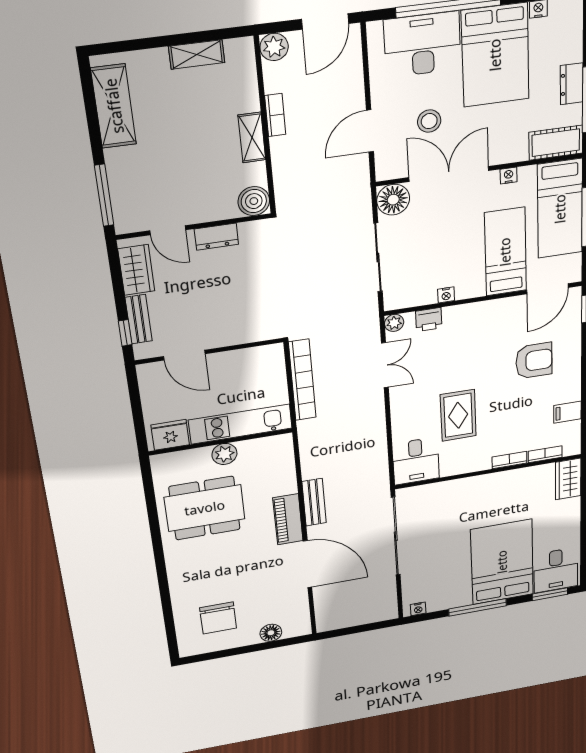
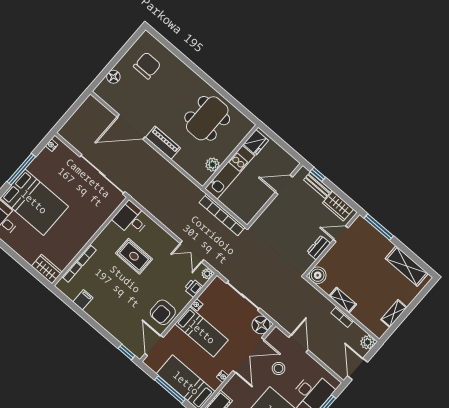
bed: (505, 252) -> (202, 332), moved
armchair: (534, 361) -> (163, 312), moved
plant: (224, 454) -> (213, 165), moved
bench: (314, 502) -> (159, 161), removed
chair: (218, 618) -> (147, 66), turned 90

